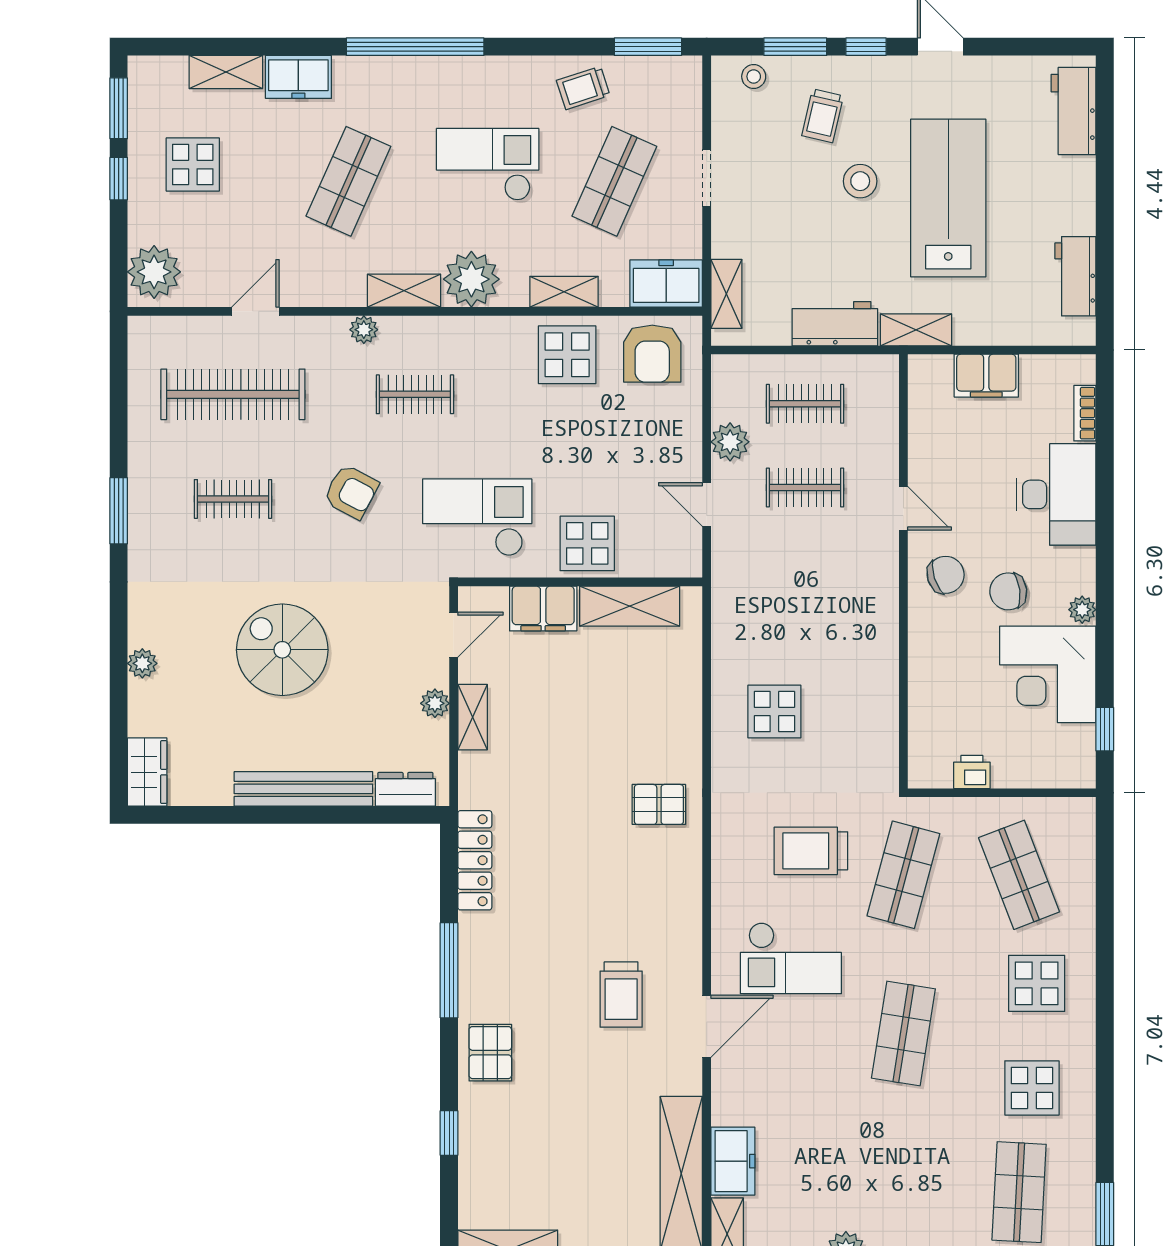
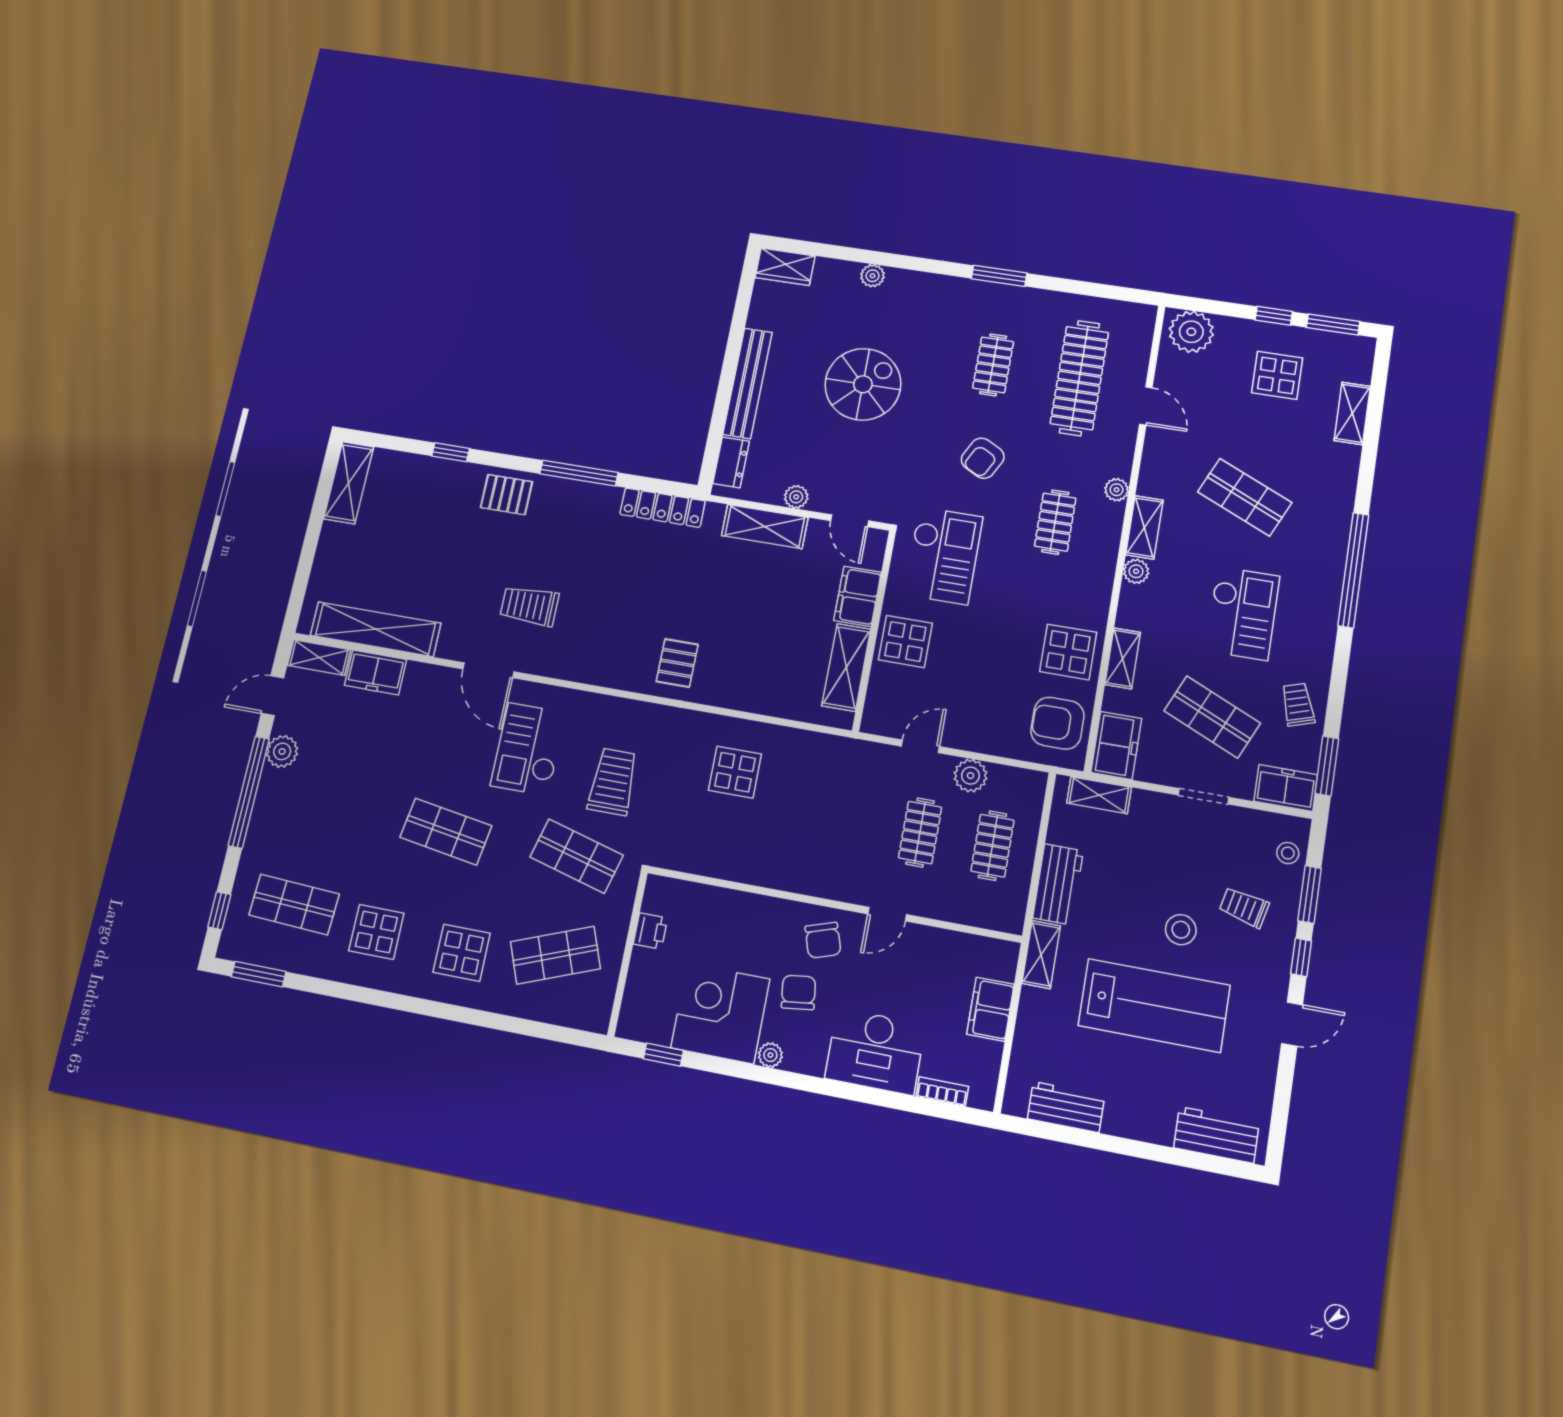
freezer: (298, 77) -> (1286, 788), moved, turned 90
plant: (471, 279) -> (1136, 571), width x0.53, depth x0.53
shelving: (473, 717) -> (765, 527), width x1.50, depth x1.33

